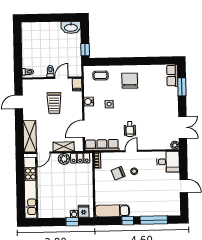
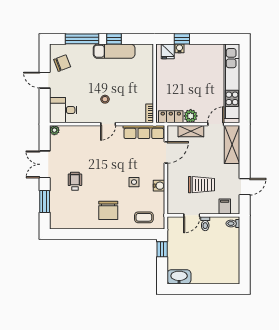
row of seats: (172, 76) -> (56, 216), removed
filing cabinet: (77, 85) -> (225, 207), moved
trolley: (54, 103) -> (201, 185), turned 90
double door: (183, 127) -> (45, 164), moved
wheelchair: (130, 129) -> (75, 181), moved
chair: (118, 173) -> (62, 63), moved
exam couch: (112, 211) -> (114, 51), moved

